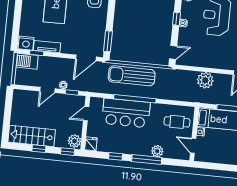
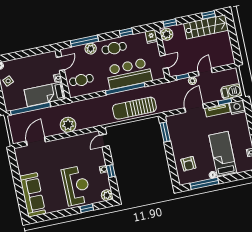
door: (86, 58) -> (194, 108), moved
sun lounger: (132, 76) -> (134, 108), turned 180
cafe table: (133, 144) -> (114, 48), added
door: (193, 146) -> (60, 63), hinge flipped
window: (39, 149) -> (209, 15), moved
window: (147, 159) -> (84, 41), moved

